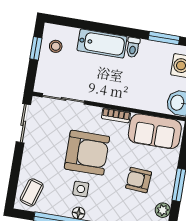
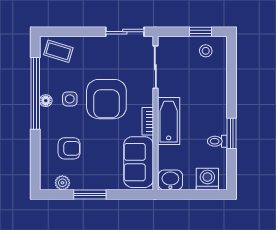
window: (164, 38) -> (232, 133), moved
bathtub: (102, 43) -> (169, 121), moved, turned 180
toilet: (133, 47) -> (217, 141), moved
armchair: (139, 180) -> (69, 148), moved, turned 86

